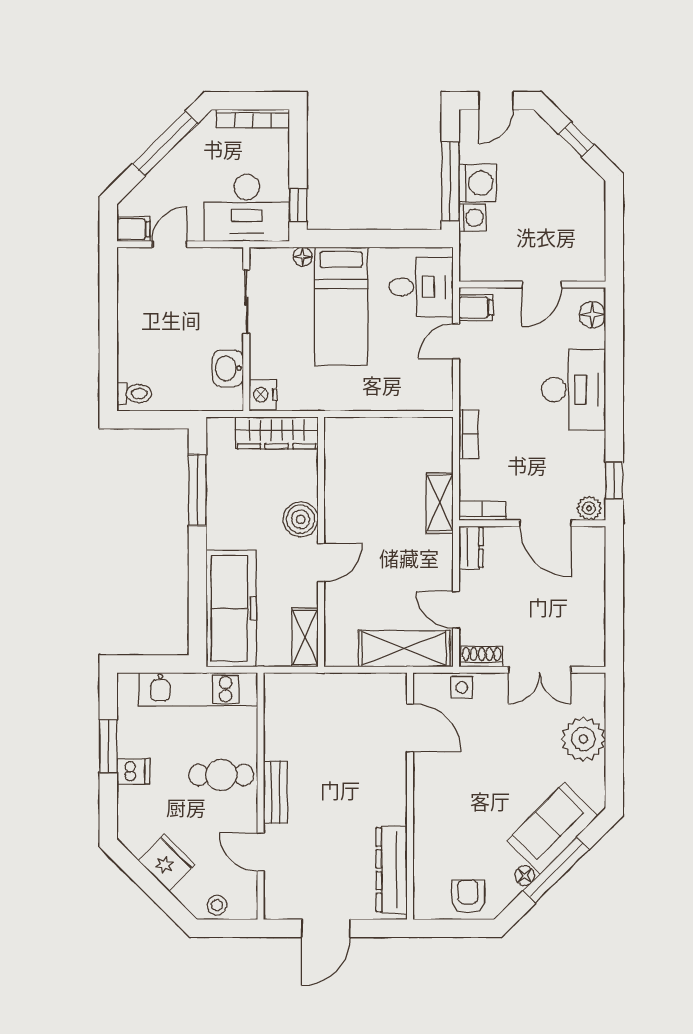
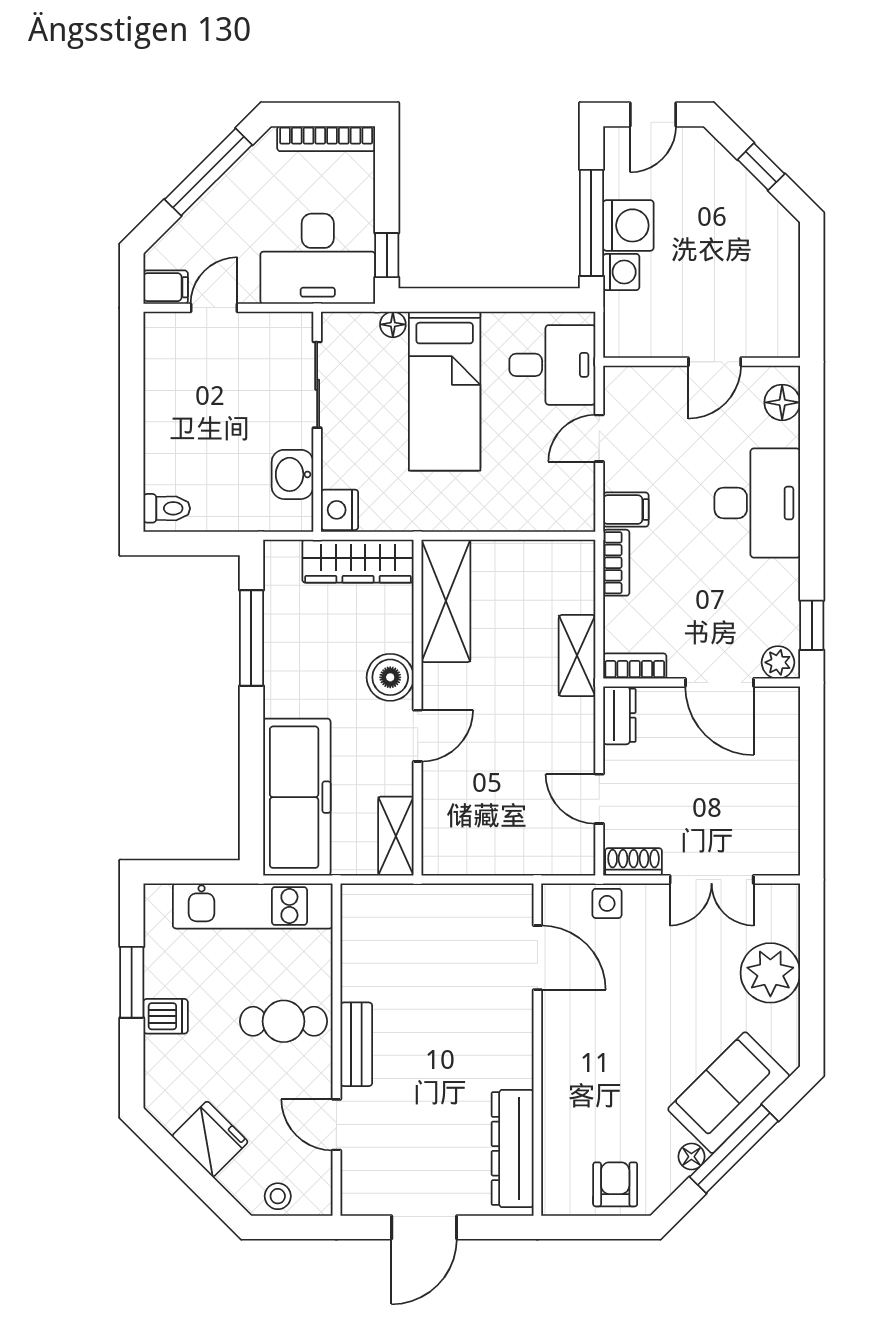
filing cabinet: (476, 308) -> (626, 510), moved
shelving: (404, 649) -> (446, 601), moved, turned 90

